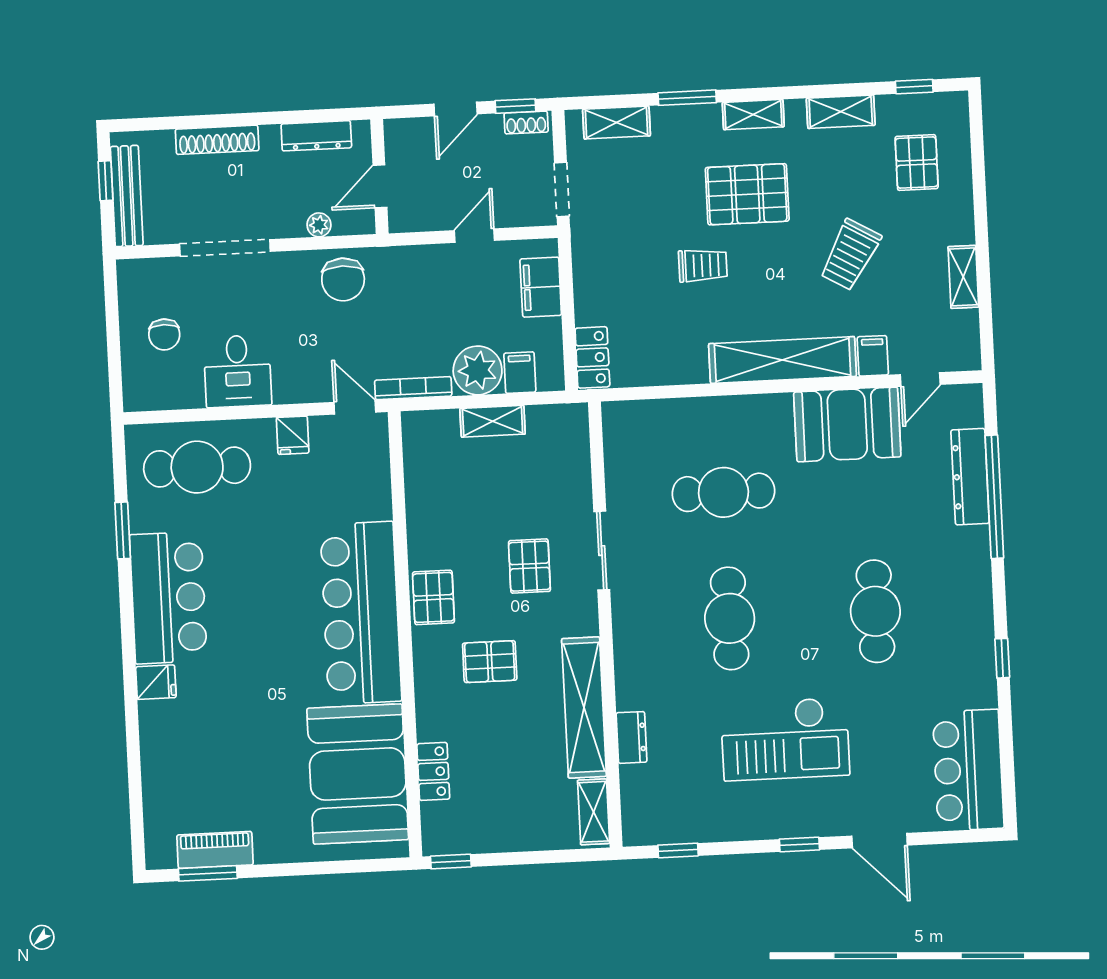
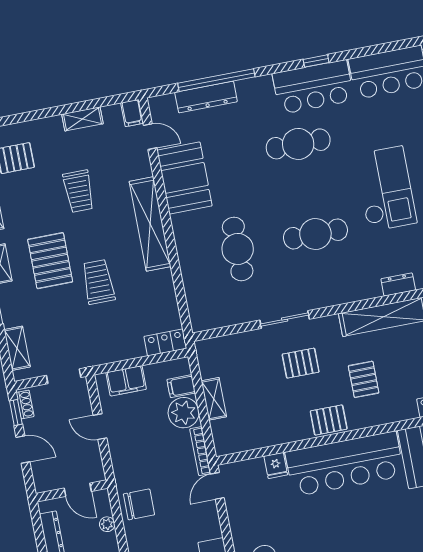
trolley: (850, 255) -> (79, 191), turned 60
trolley: (703, 265) -> (98, 282), width x1.36, depth x1.39
filing cabinet: (873, 356) -> (132, 113), moved, turned -90
fridge: (293, 435) -> (276, 465), moved, turned 90
bar counter: (962, 648) -> (313, 87), added

